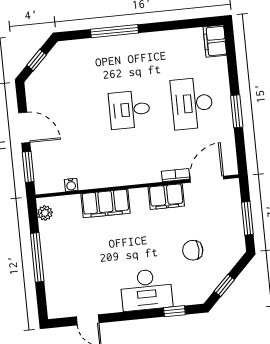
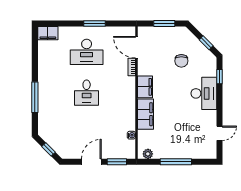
filing cabinet: (166, 197) -> (145, 87), moved

